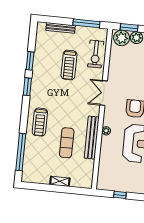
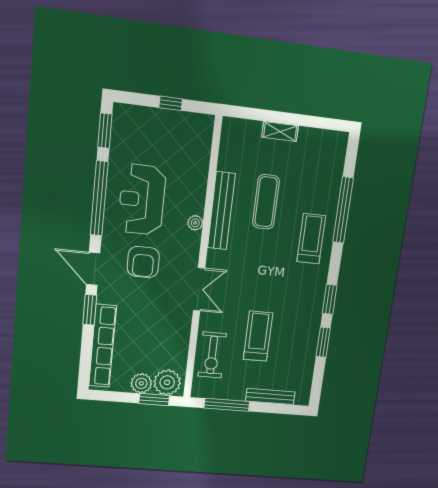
exercise bike: (96, 54) -> (212, 355), turned 180
window: (21, 152) -> (343, 210), moved

